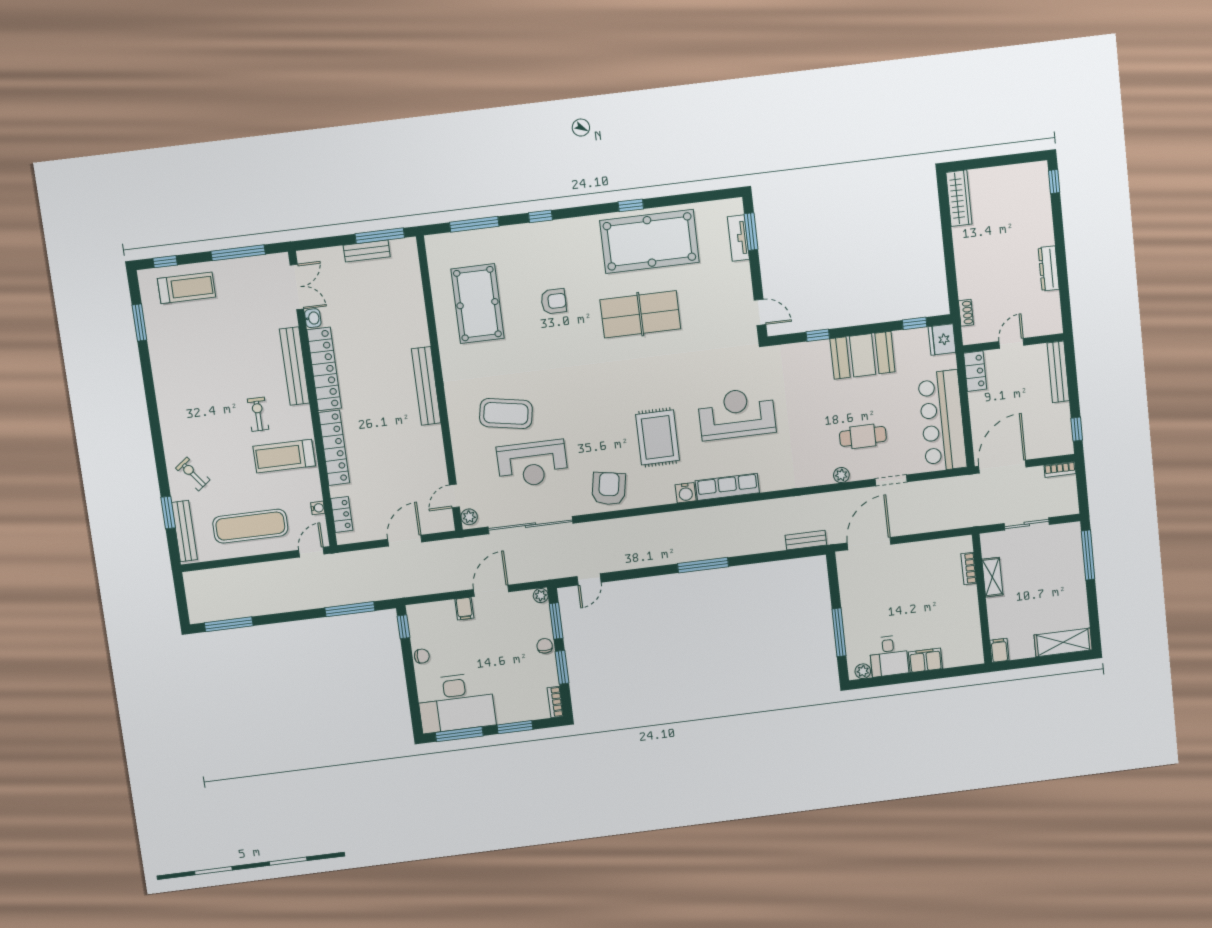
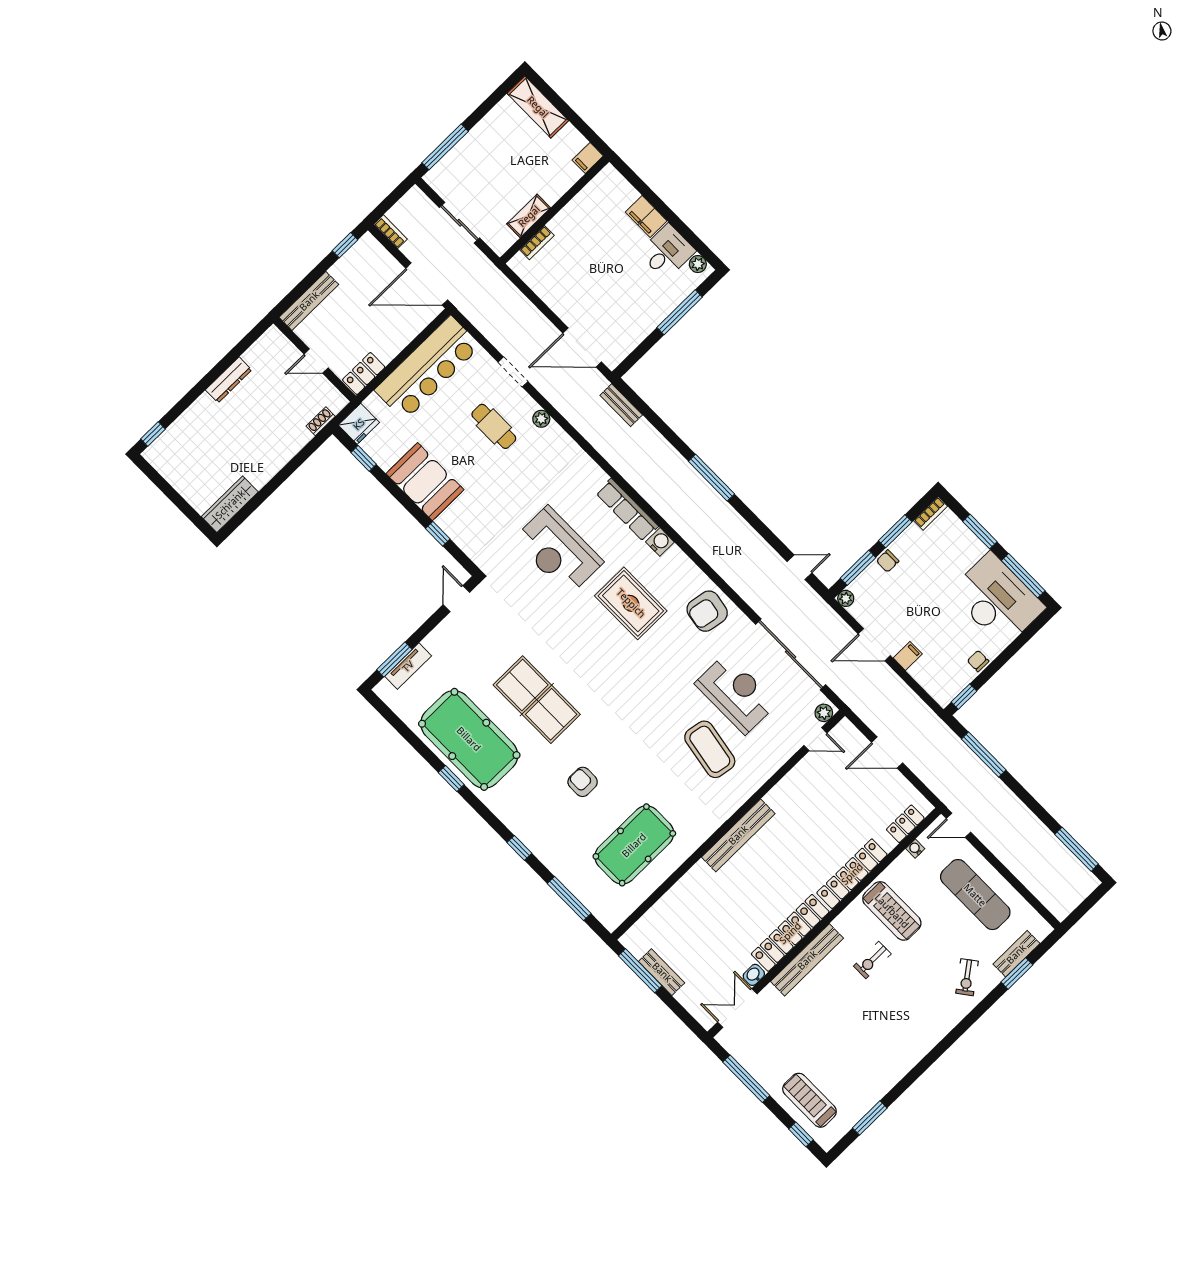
rug: (657, 437) -> (631, 603), turned 90
bench: (184, 531) -> (1016, 954), width x0.73

